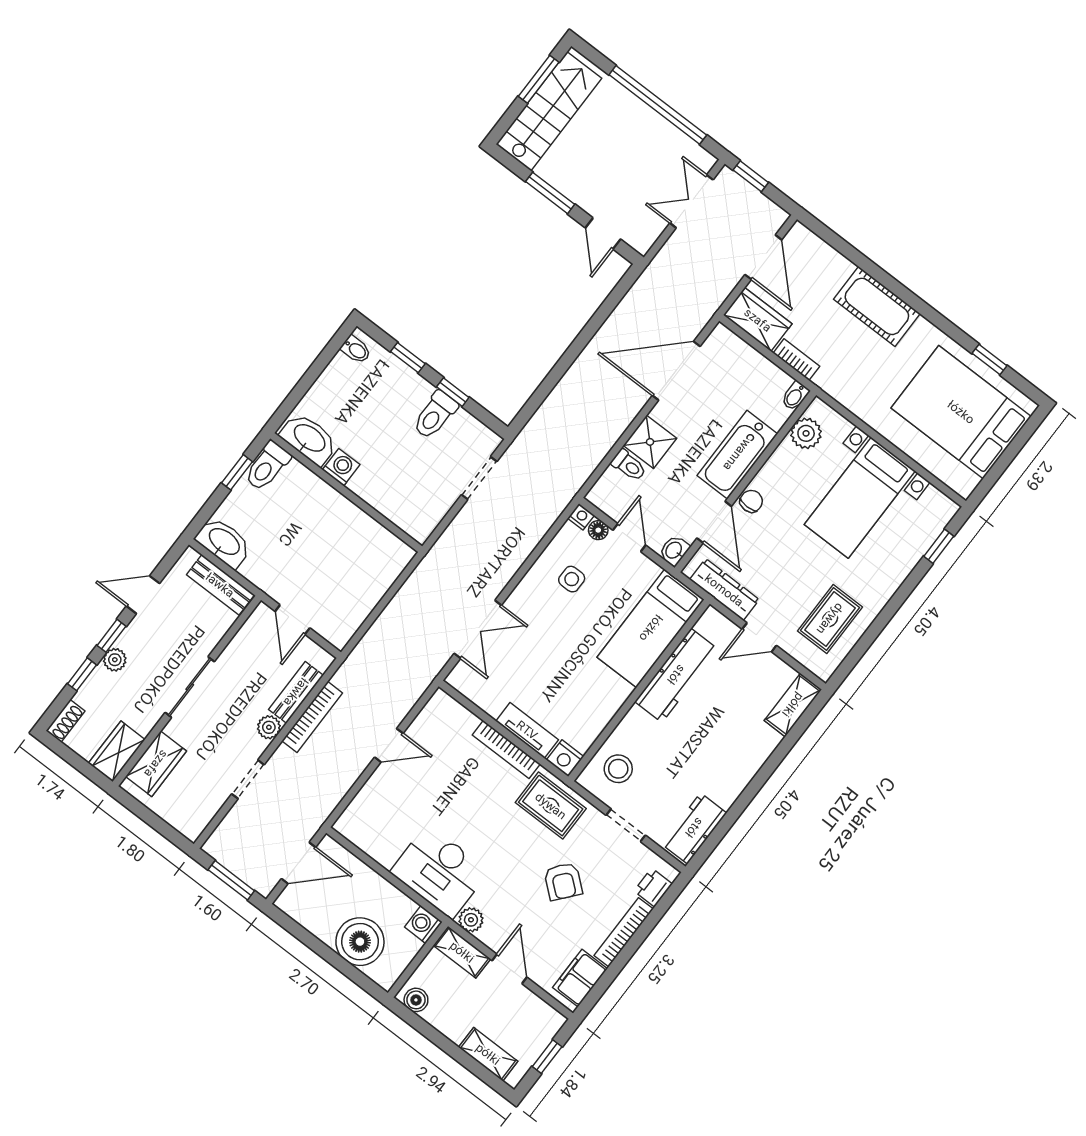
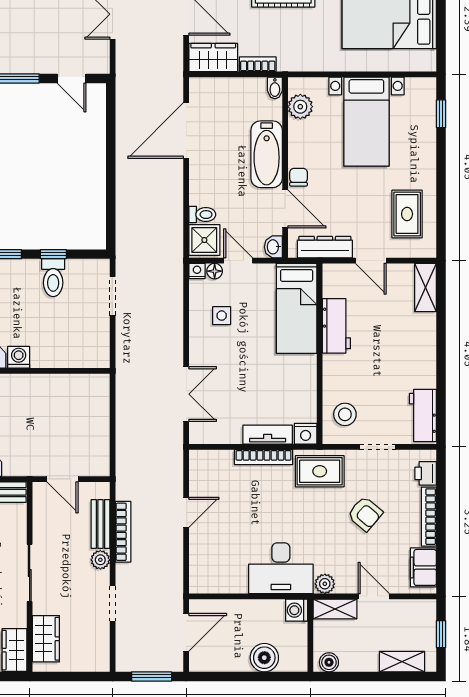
shower: (650, 442) -> (204, 240), moved
door: (759, 637) -> (371, 261), hinge flipped
workbench: (676, 675) -> (336, 326), width x0.73
boiler: (360, 942) -> (264, 658), width x0.73, depth x0.73

